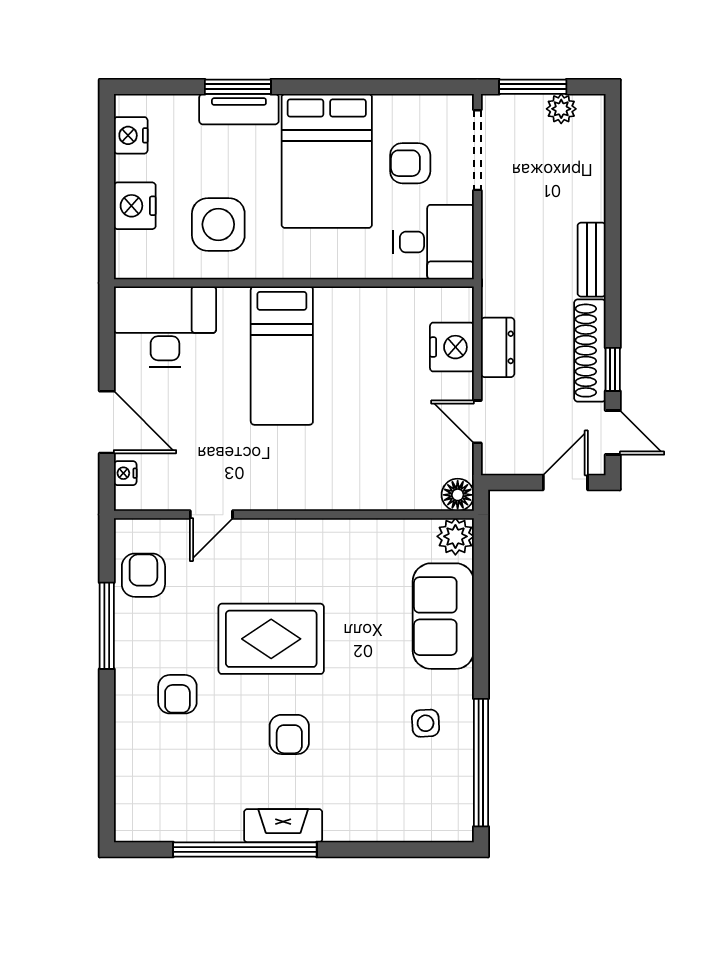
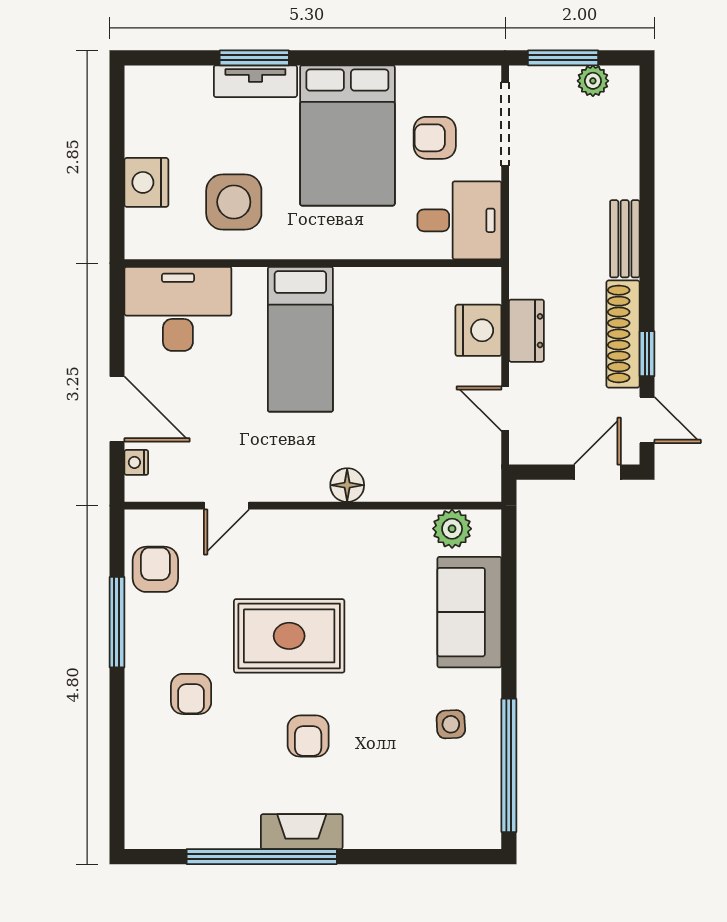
nightstand: (131, 135) -> (142, 109), removed
floor lamp: (458, 495) -> (347, 485), moved
plant: (455, 536) -> (452, 529), moved

